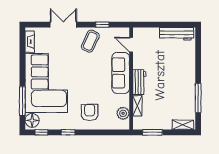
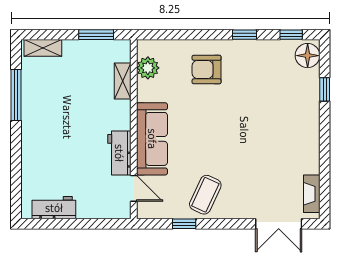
double door: (63, 25) -> (279, 224), moved
workbench: (177, 34) -> (54, 208), width x0.73
workbench: (139, 82) -> (119, 153), moved
corner sofa: (46, 83) -> (283, 121), removed
window: (22, 101) -> (325, 89), width x0.46
armchair: (90, 112) -> (207, 70), turned 90

